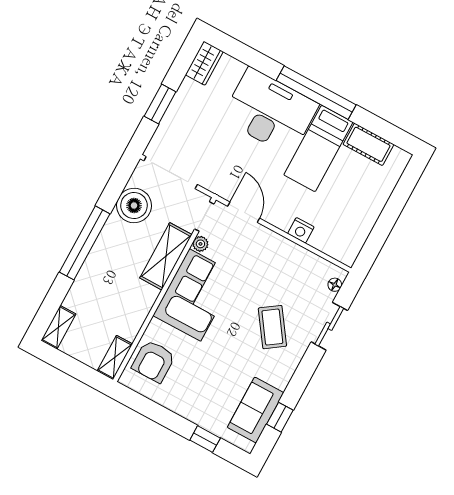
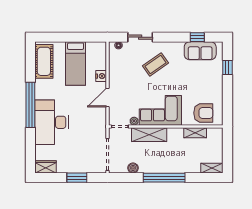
cot: (368, 144) -> (44, 61), width x1.37, depth x1.34
bed: (318, 148) -> (76, 64), moved, turned 90
boiler: (134, 206) -> (133, 168), width x0.54, depth x0.54
door: (244, 212) -> (107, 97), moved
shelving: (115, 357) -> (195, 133), moved

